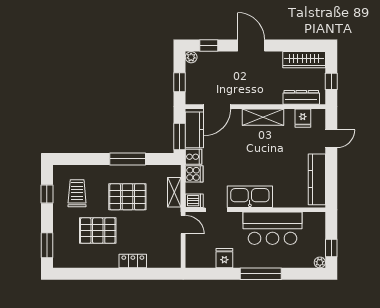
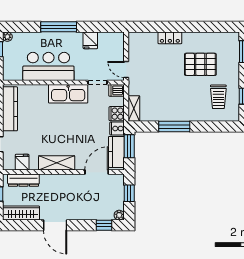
door: (251, 46) -> (55, 225), moved
shelving: (174, 192) -> (134, 109), moved
pallet: (127, 197) -> (174, 94), removed

